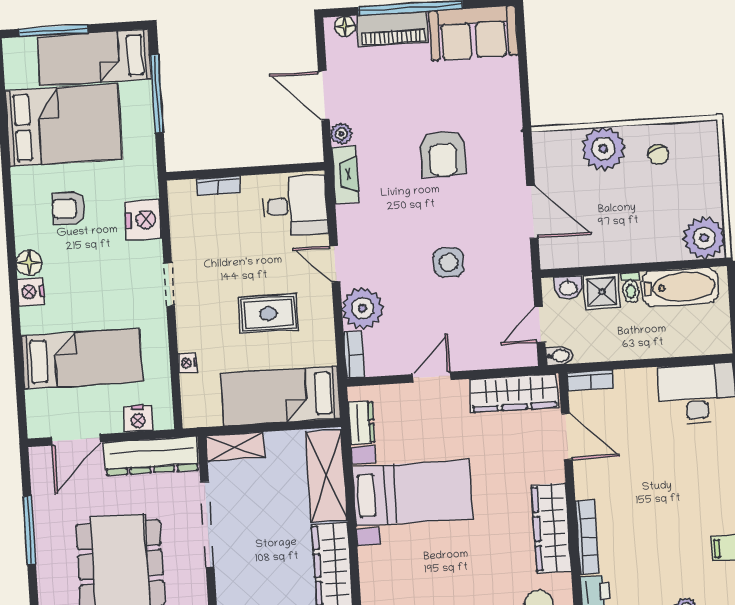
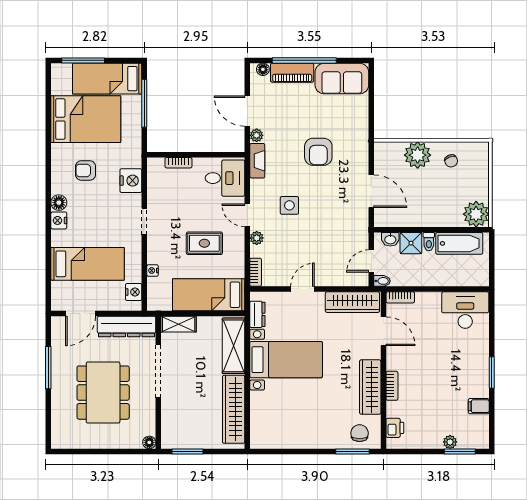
side table: (449, 262) -> (289, 205), moved
plant: (363, 308) -> (257, 238), width x0.53, depth x0.53
nightstand: (138, 419) -> (134, 292), moved, turned -90
bookcase: (587, 537) -> (392, 386), width x0.64

